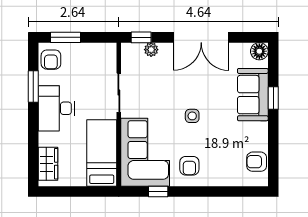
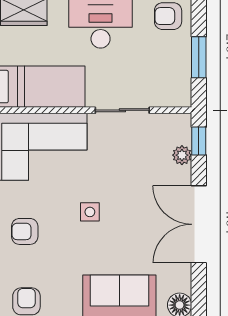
window: (66, 37) -> (199, 57), moved
armchair: (189, 166) -> (25, 231), moved

